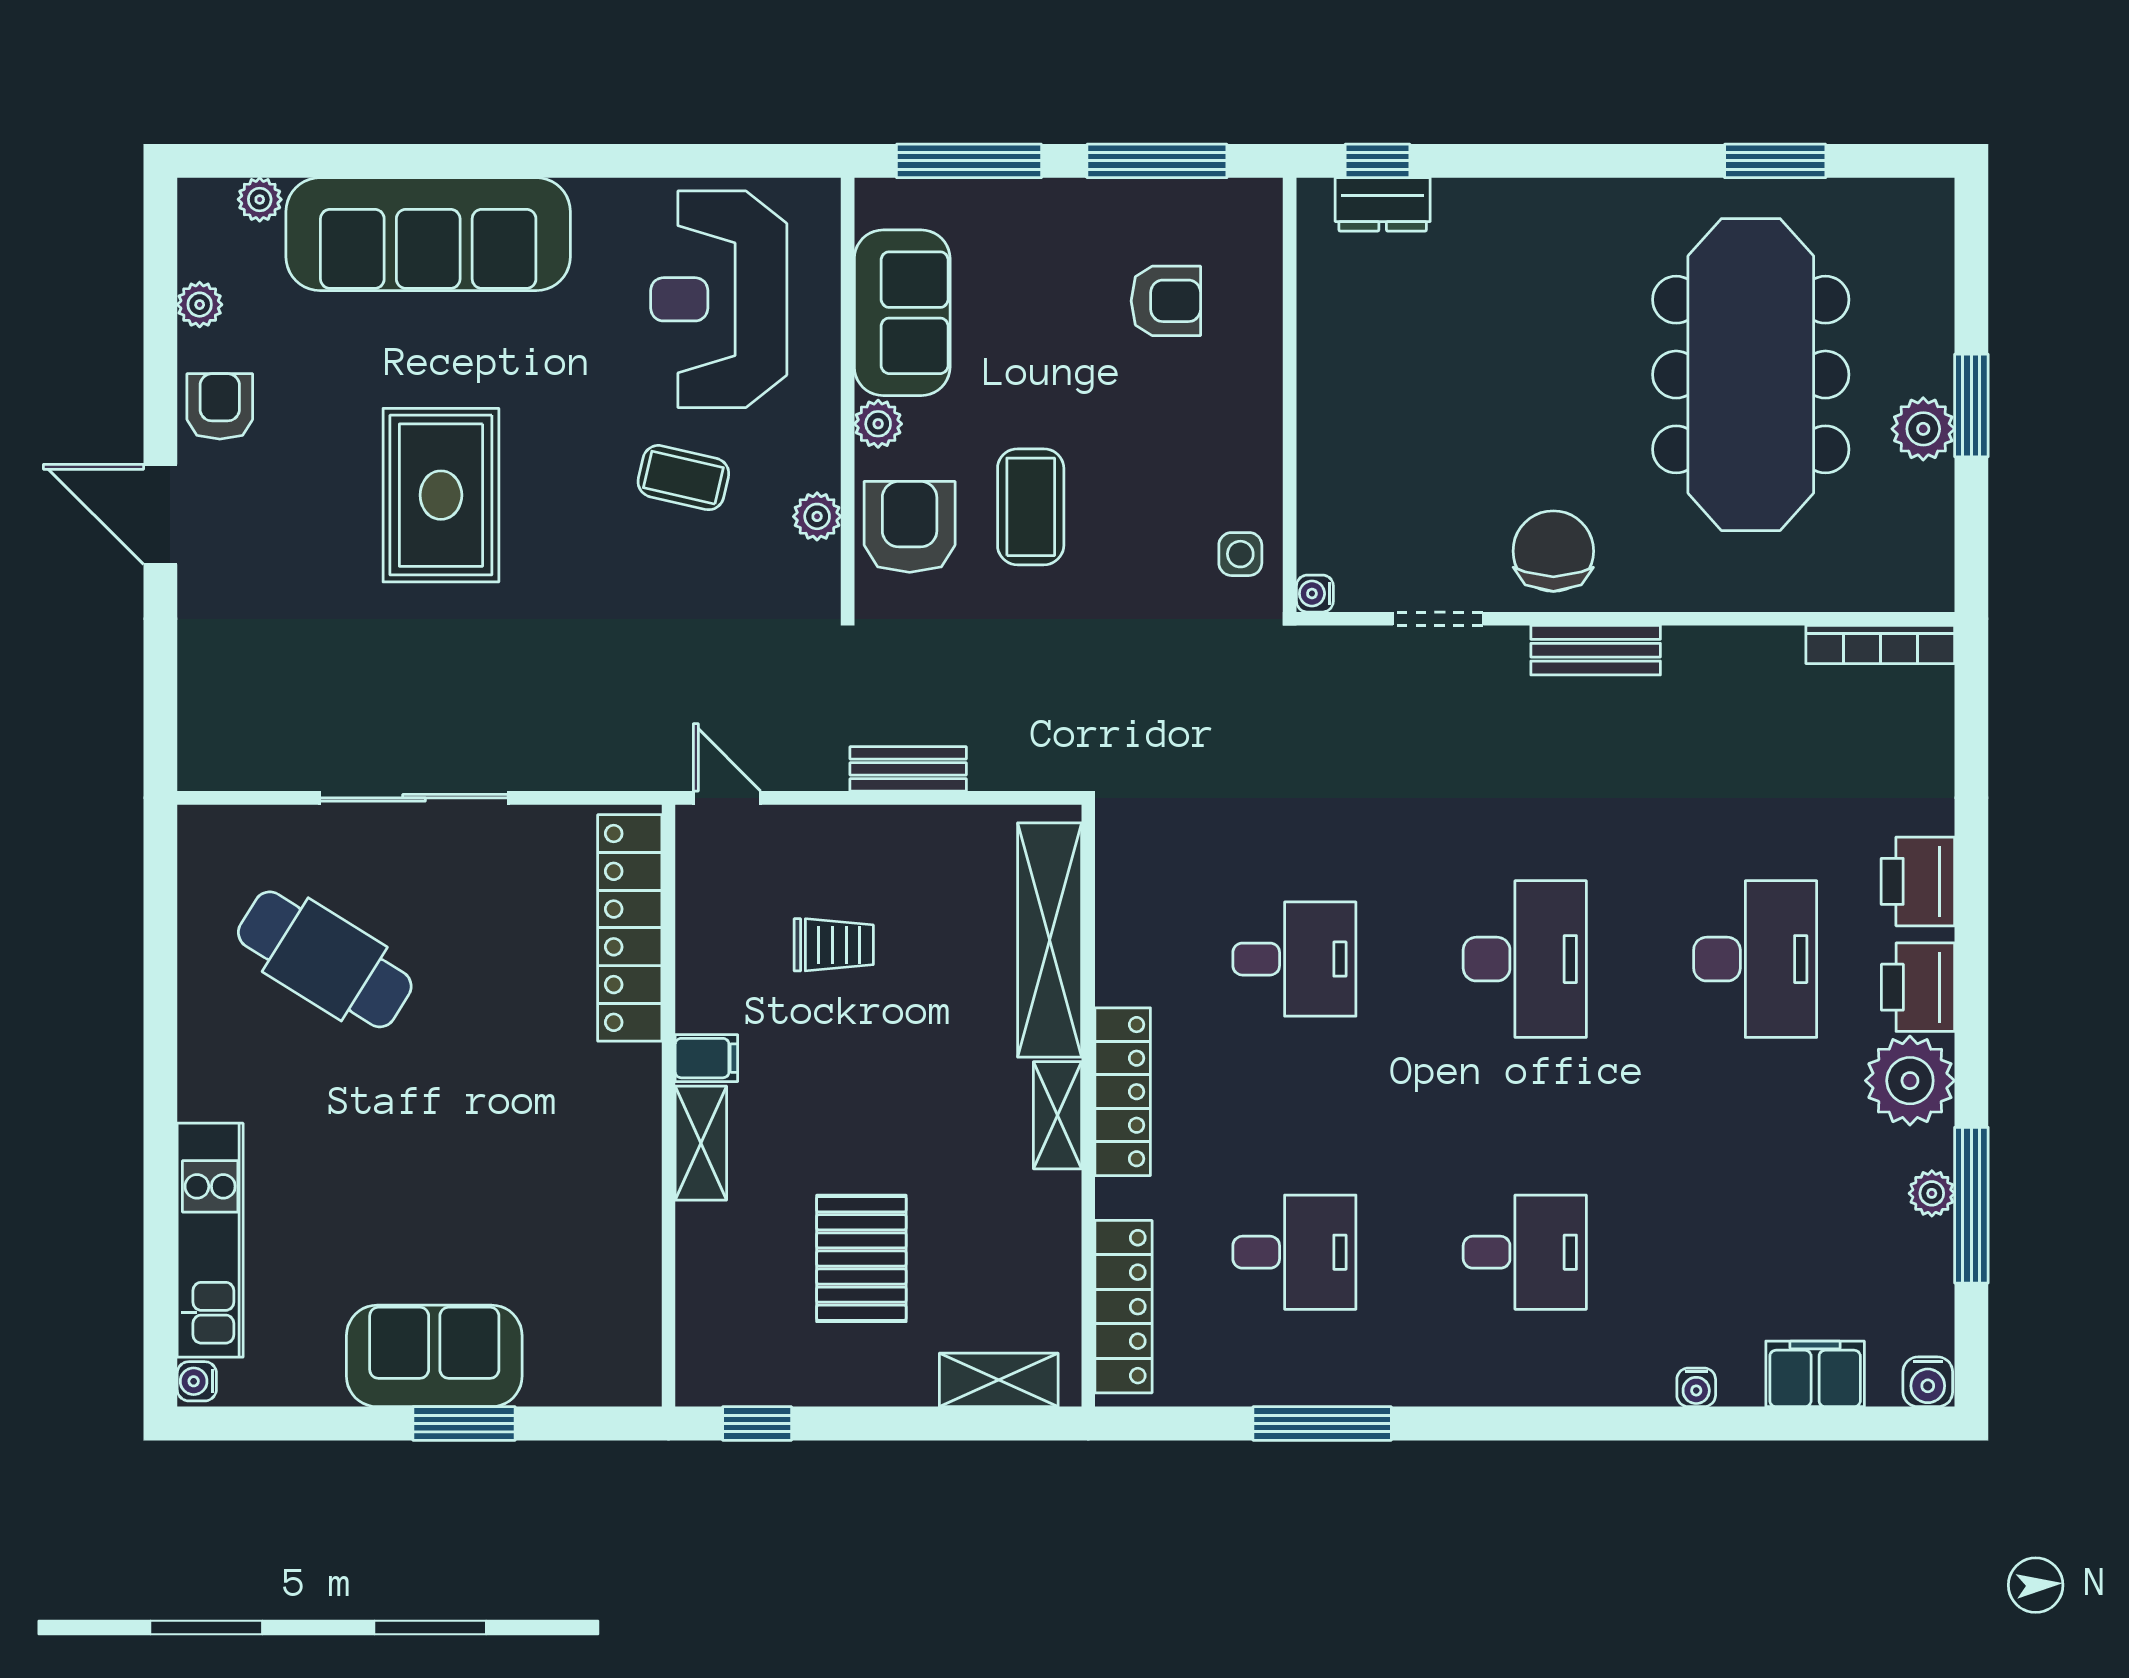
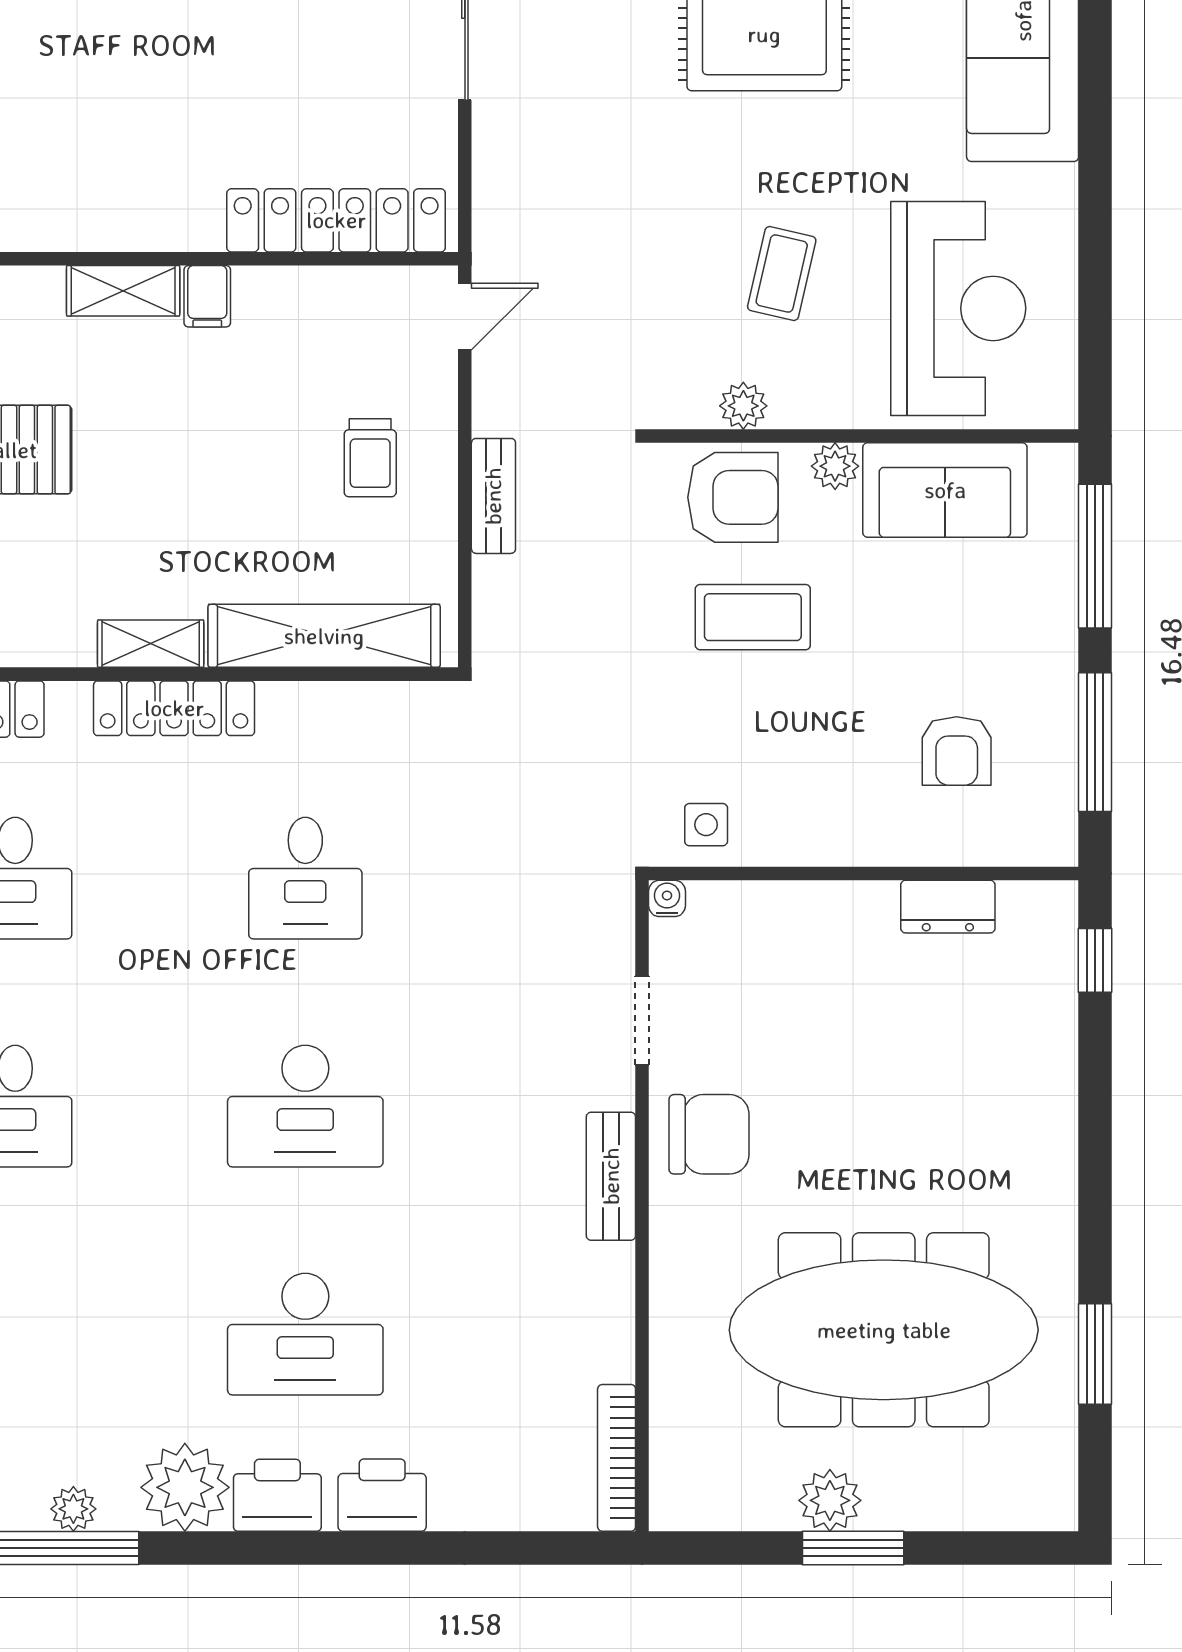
dresser: (1383, 204) -> (948, 907), moved, turned -90
reception desk: (719, 299) -> (958, 308), turned 90
trolley: (834, 945) -> (370, 458), moved

